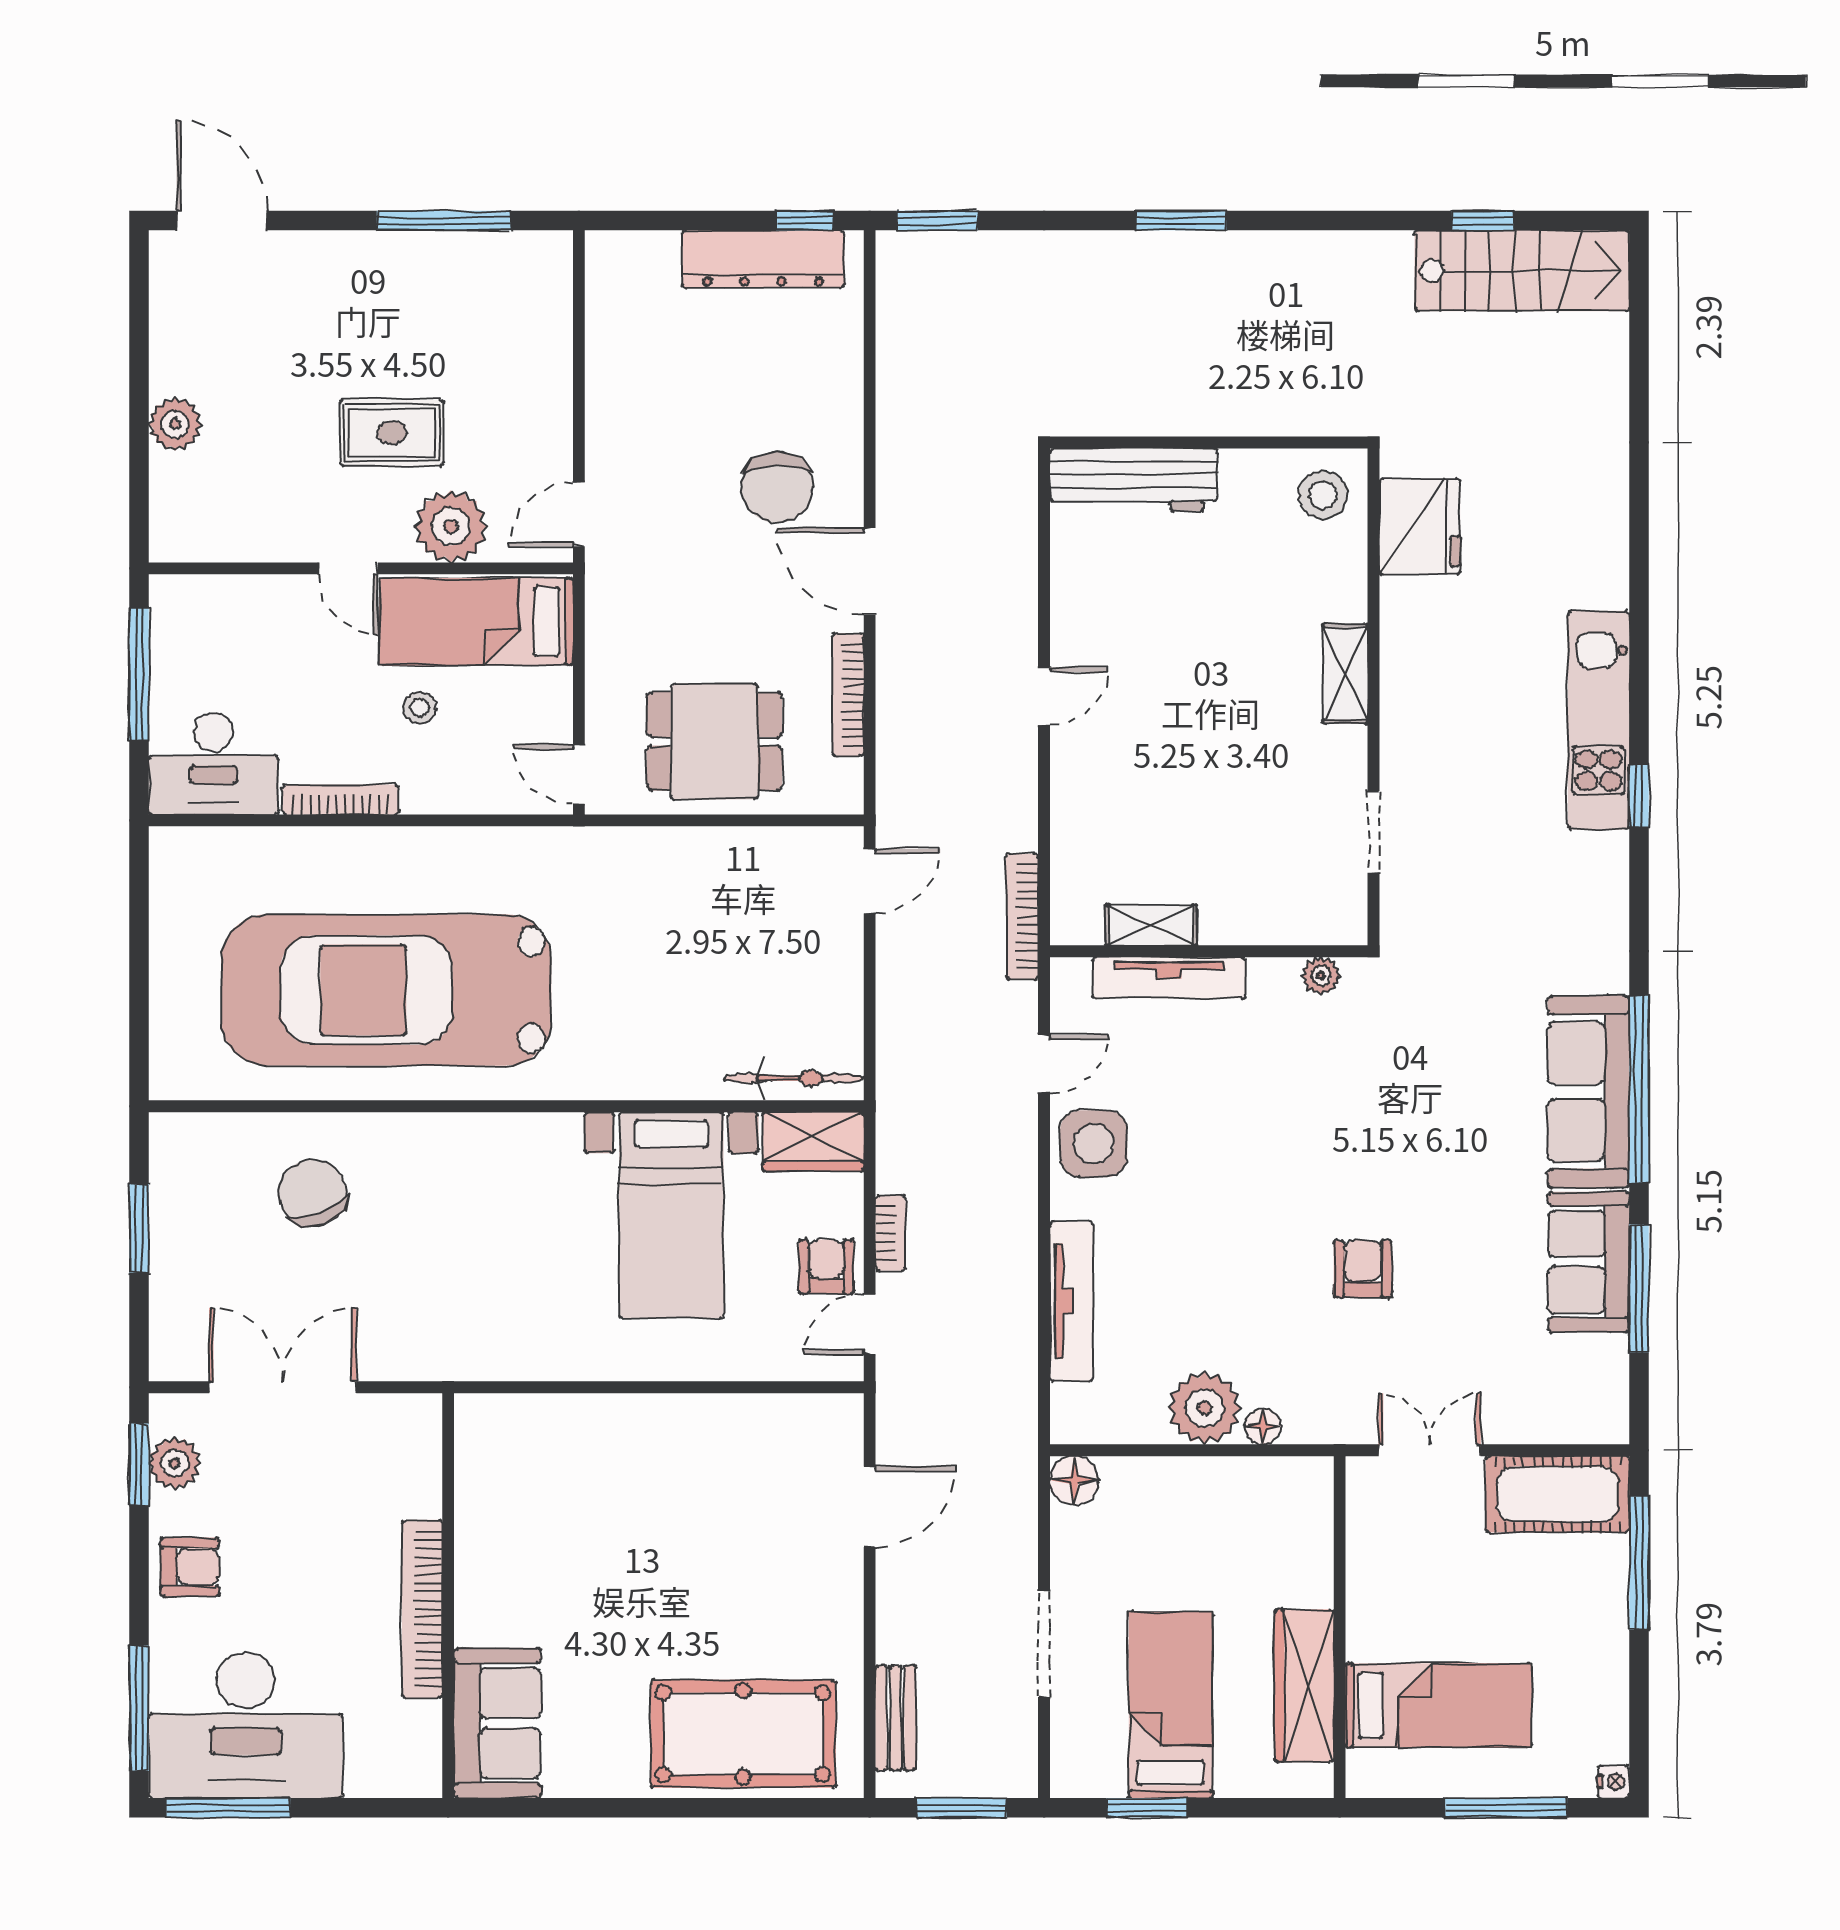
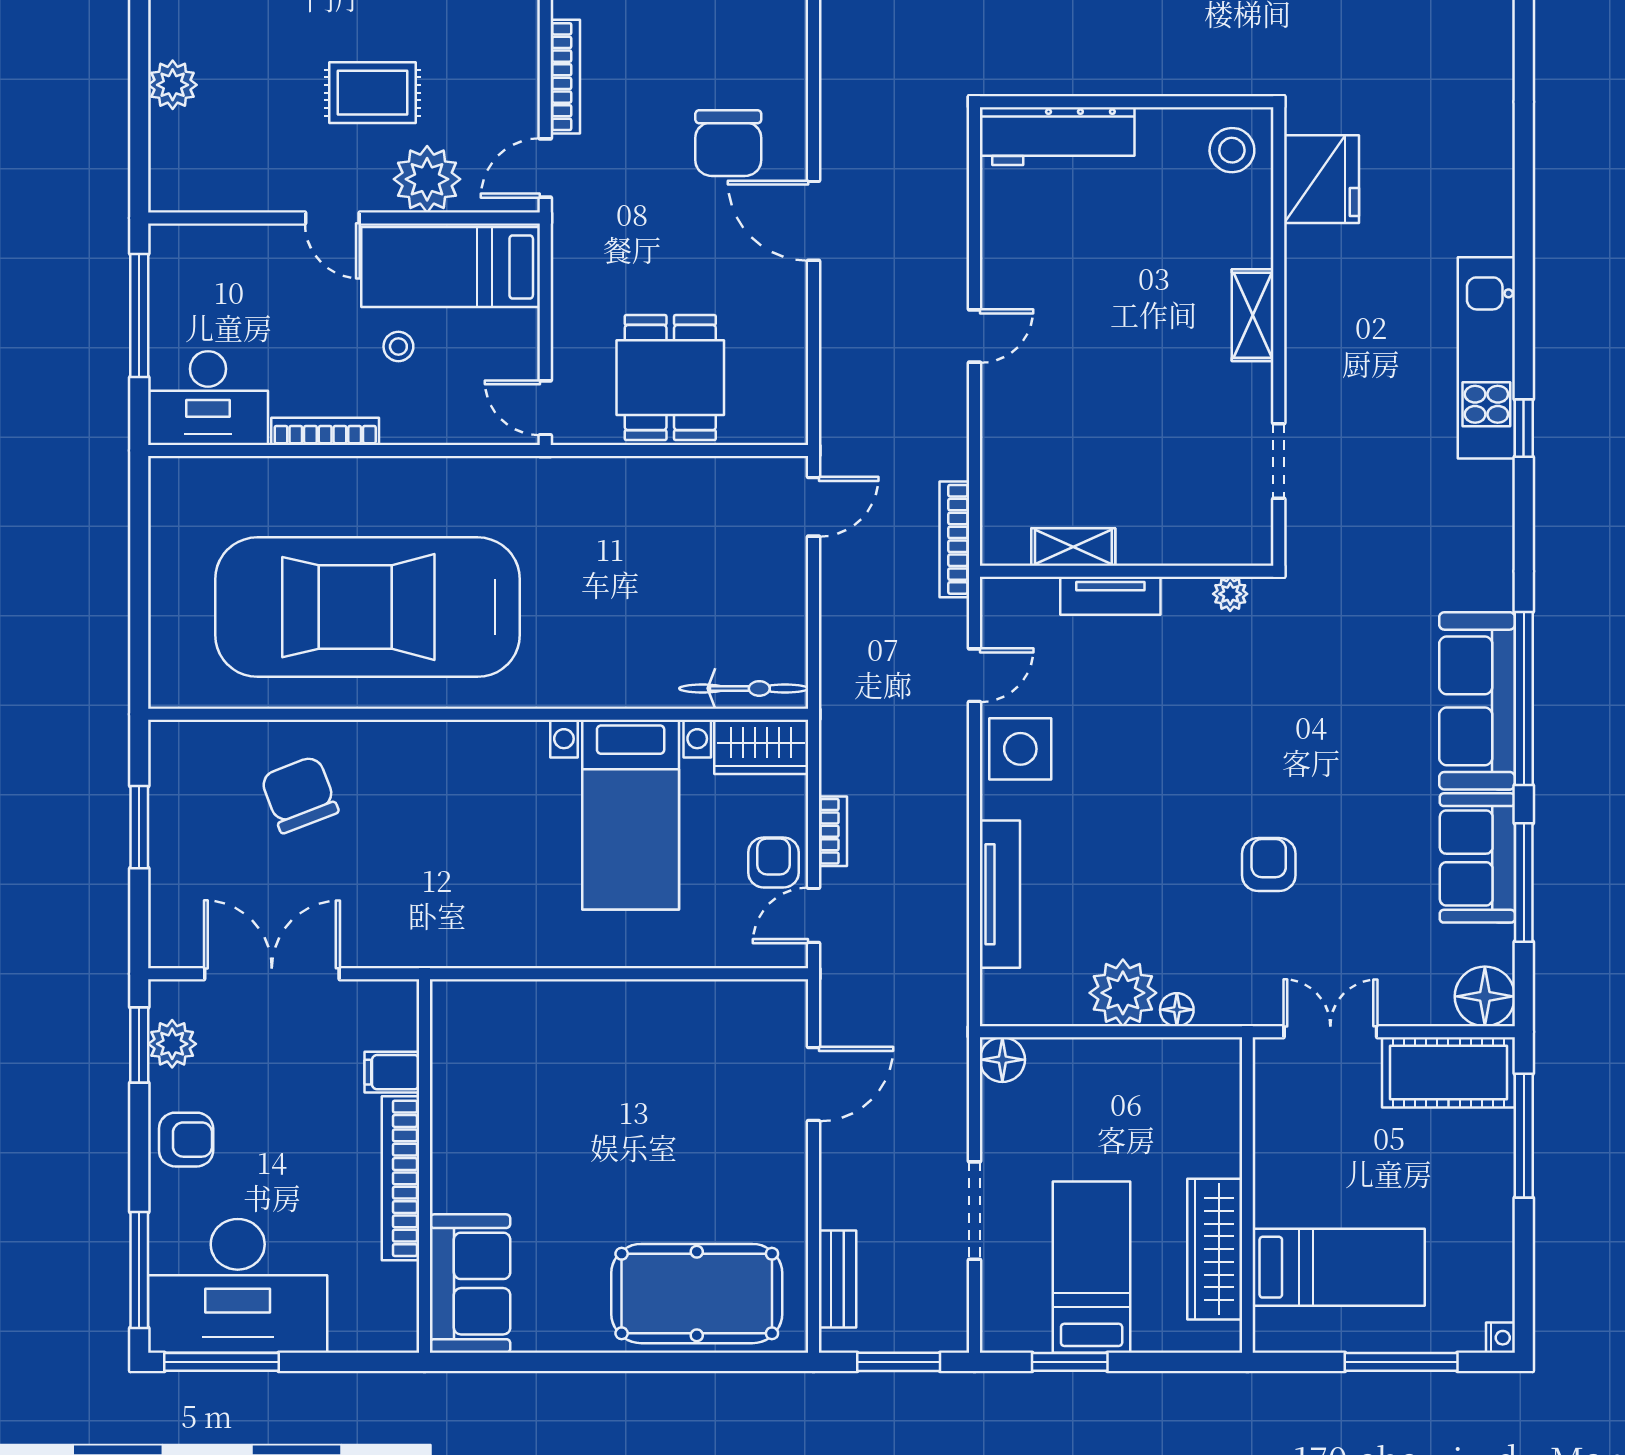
bookcase: (848, 695) -> (565, 77), moved, turned 180
dining table: (714, 741) -> (670, 378), turned 90
tv unit: (1169, 978) -> (1110, 596), width x0.71
floor lamp: (1597, 1412) -> (1485, 996), added
filing cabinet: (413, 1494) -> (392, 1072), added

